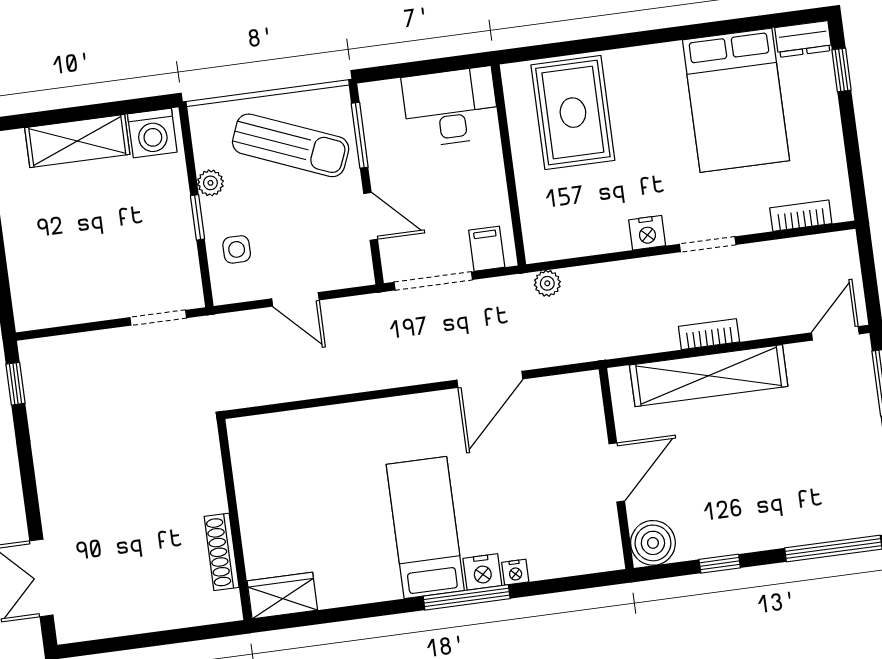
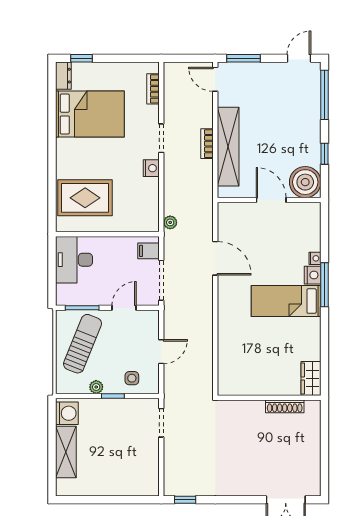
boiler: (653, 543) -> (305, 182), width x1.37, depth x1.37

